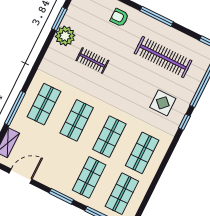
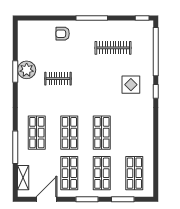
window: (59, 19) -> (15, 71), moved
clothes rail: (163, 57) -> (113, 48), width x0.73, depth x0.76
shop shelf: (142, 153) -> (69, 173), moved

